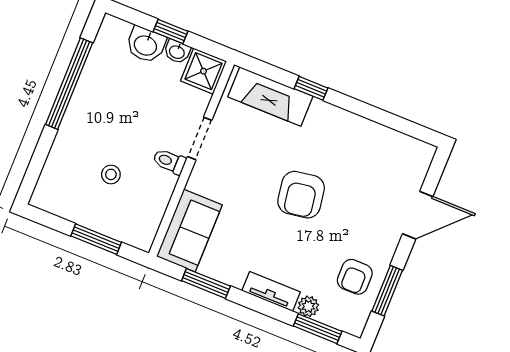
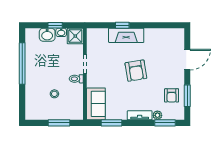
fireplace: (270, 96) -> (126, 35), moved

